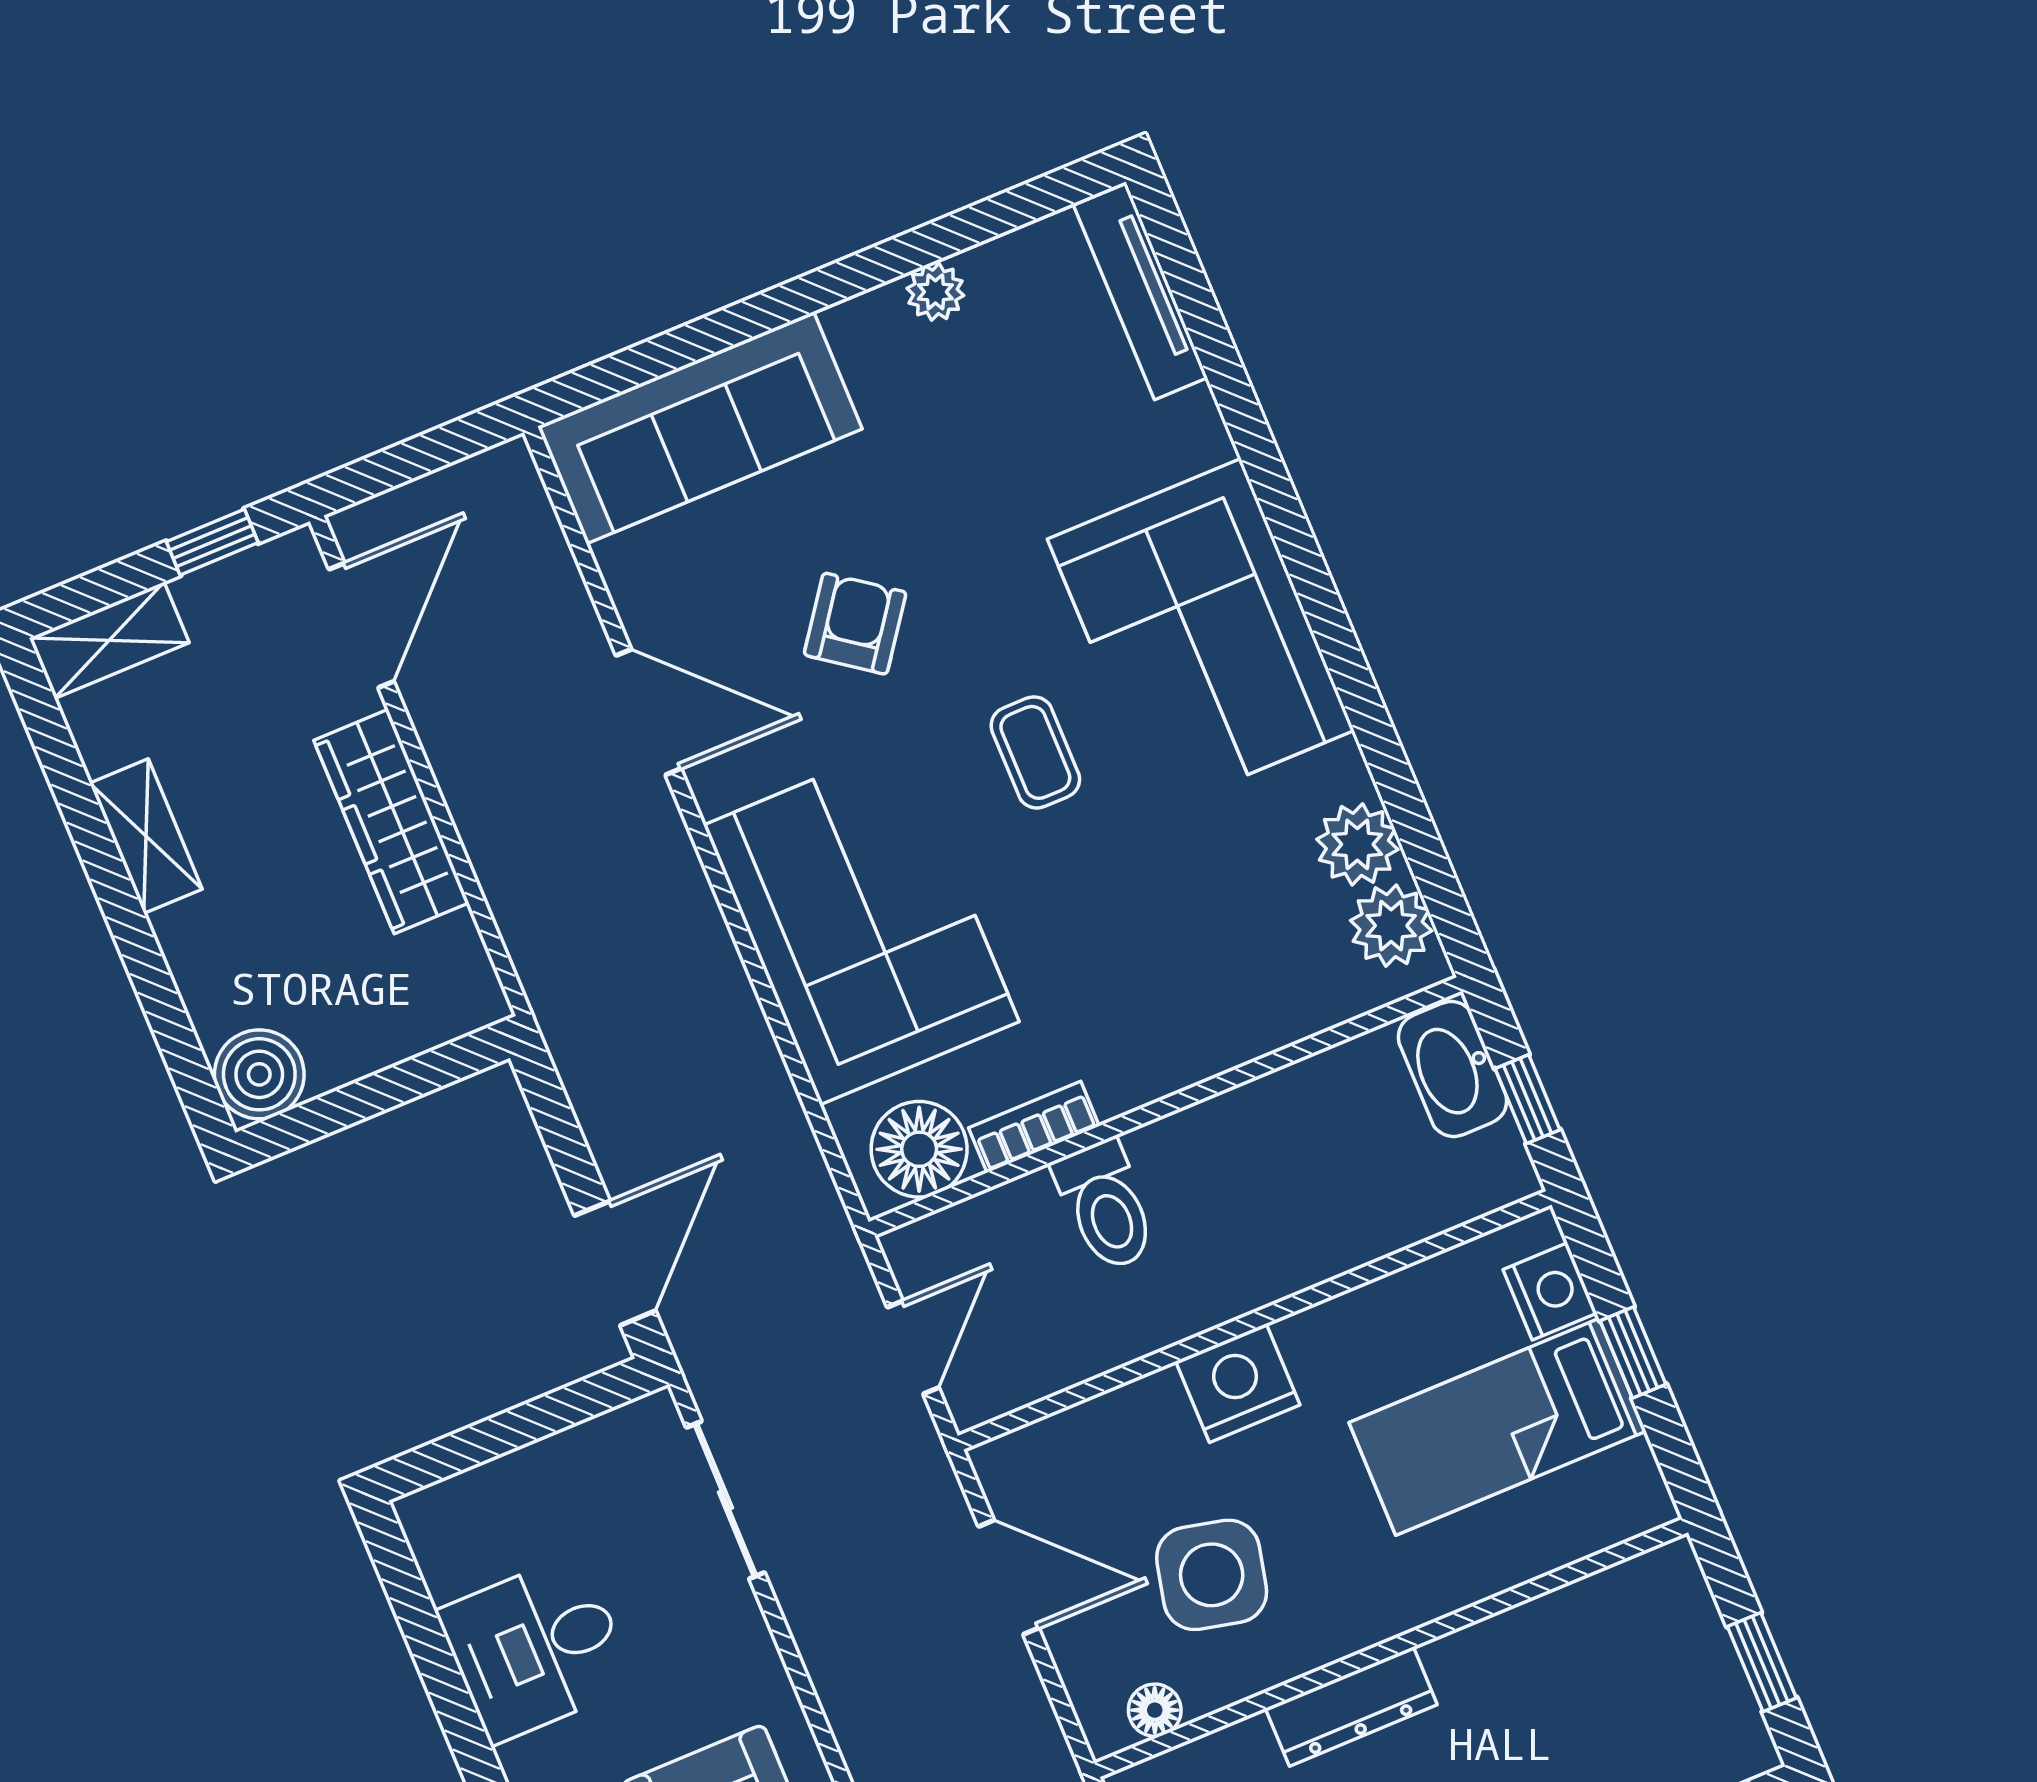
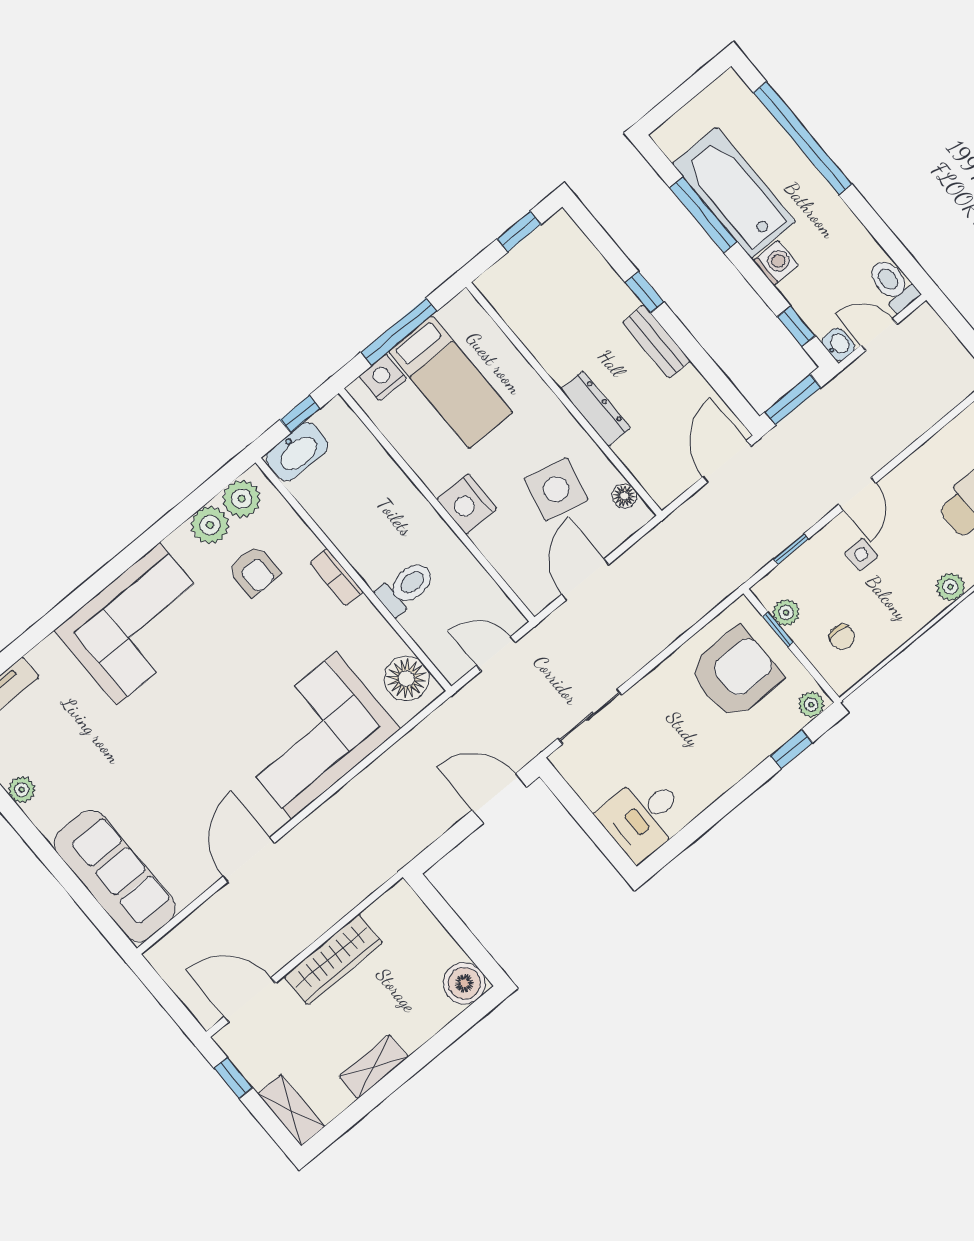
armchair: (855, 624) -> (254, 571), moved, turned -126
coffee table: (1035, 752) -> (213, 681), removed
bookcase: (1034, 1127) -> (336, 577), moved
window: (1633, 1353) -> (399, 332), width x2.17
desk: (536, 1648) -> (643, 817), moved, turned 90

